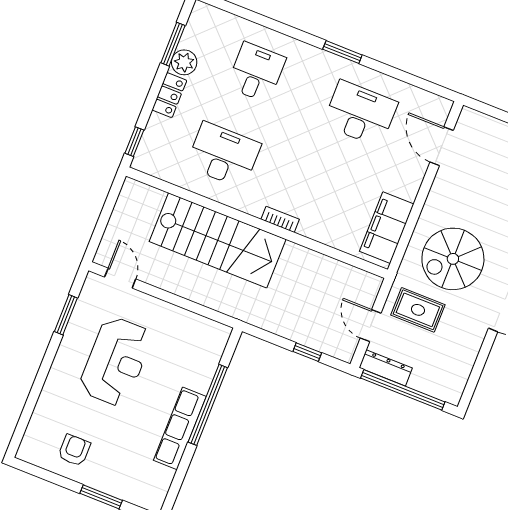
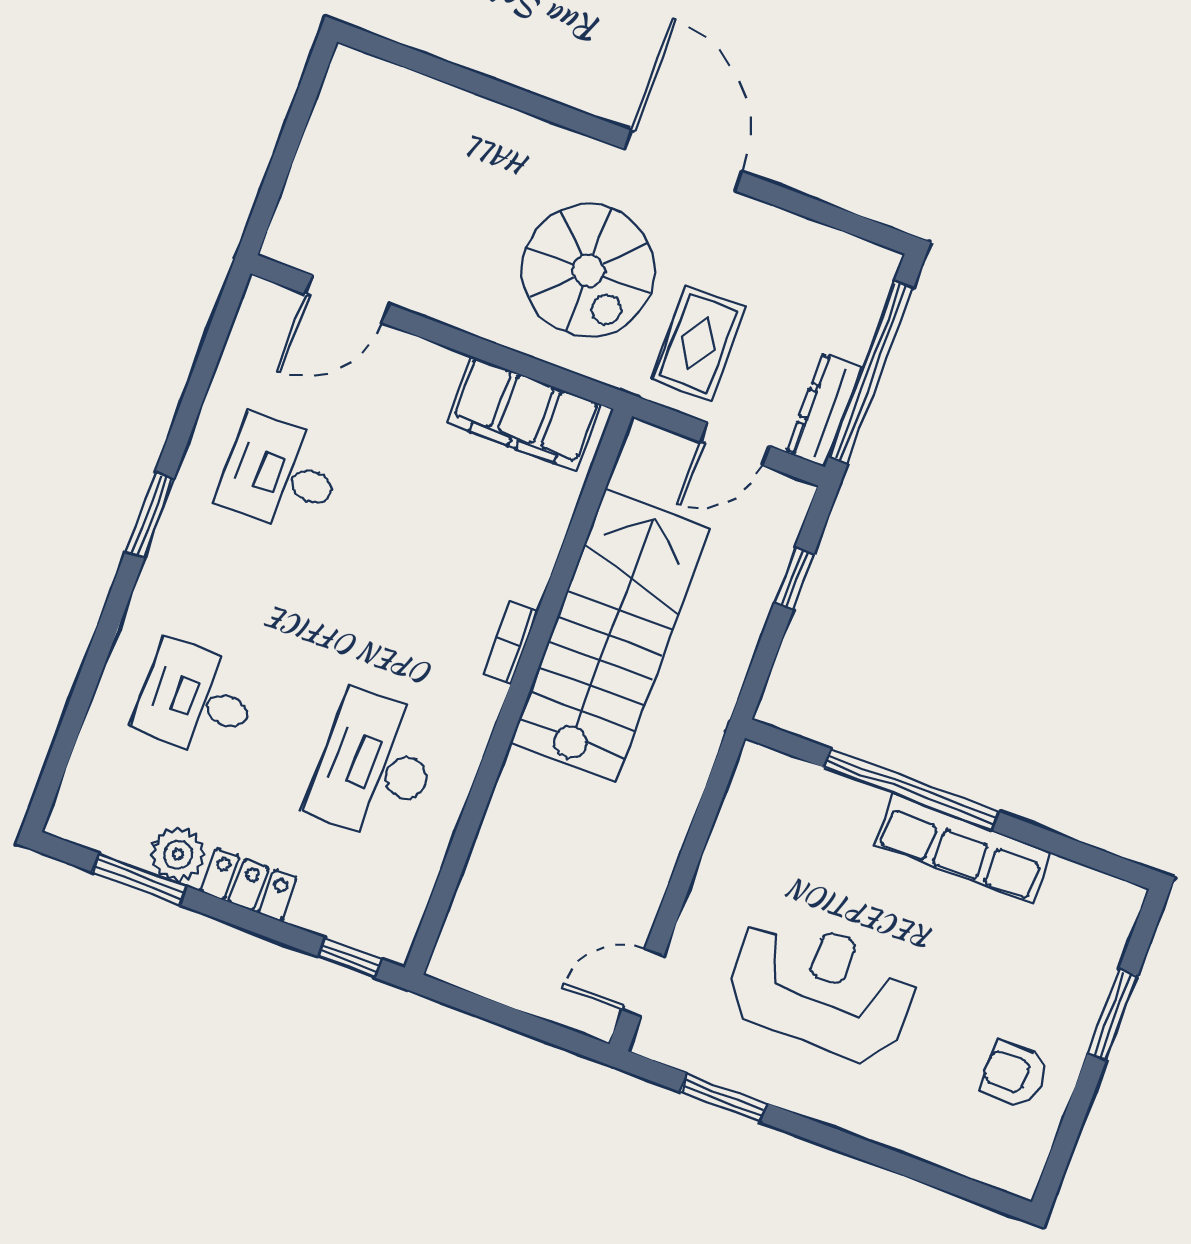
desk: (360, 114) -> (280, 475), width x0.73
stairs: (218, 240) -> (610, 636), moved

